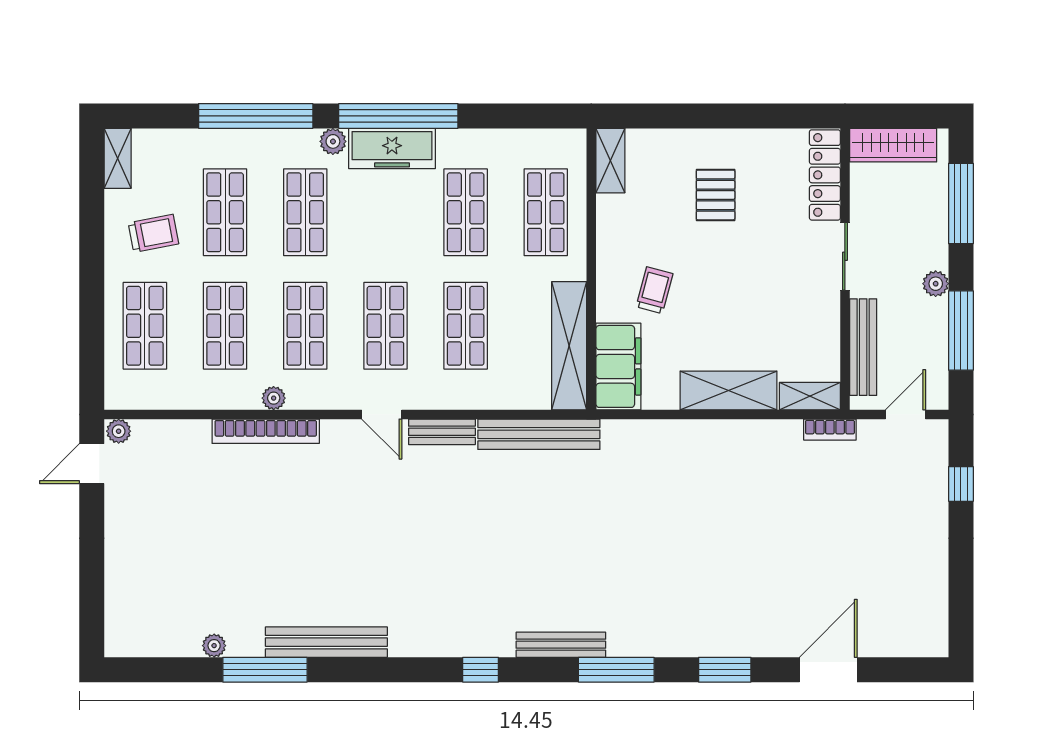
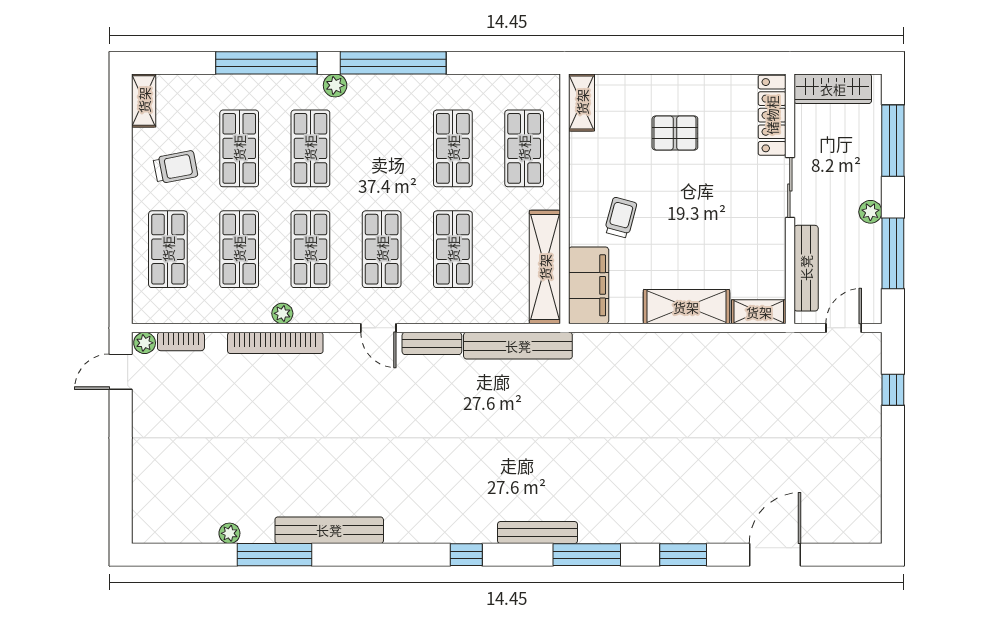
freezer: (392, 148) -> (387, 92), removed
pallet: (716, 195) -> (675, 133), turned 90
bookcase: (830, 430) -> (181, 341), moved

